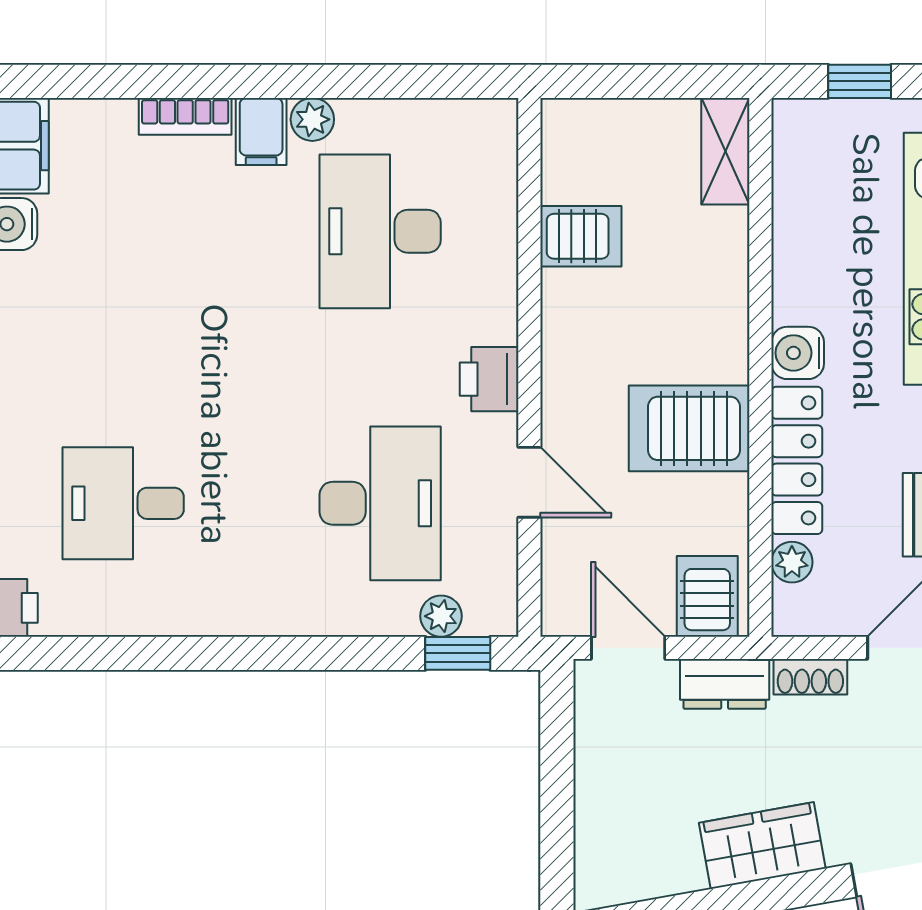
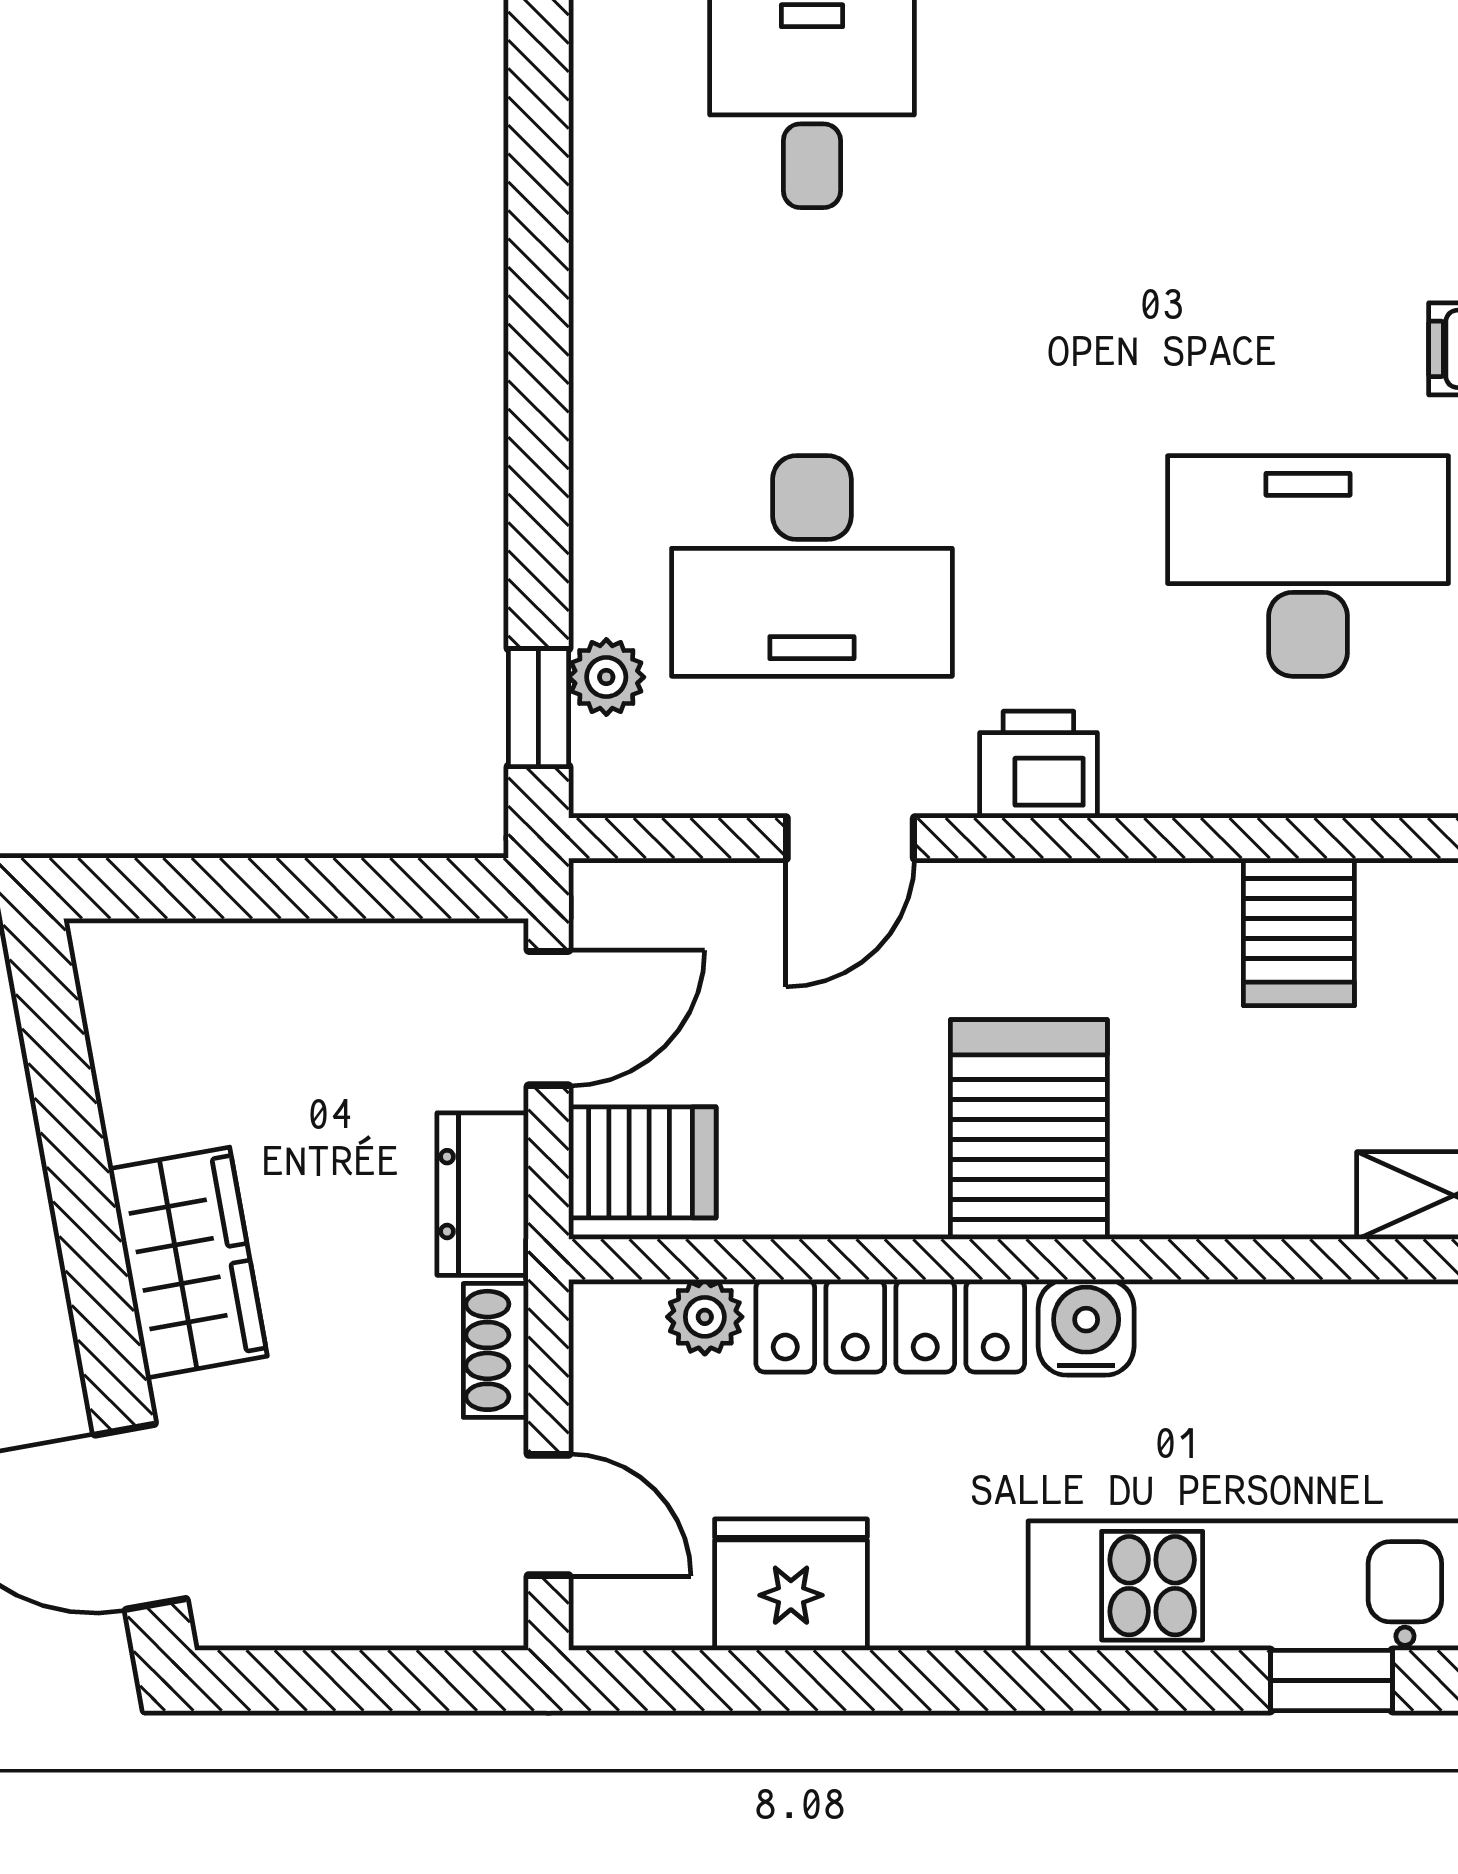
server rack: (689, 428) -> (1029, 1129), moved

